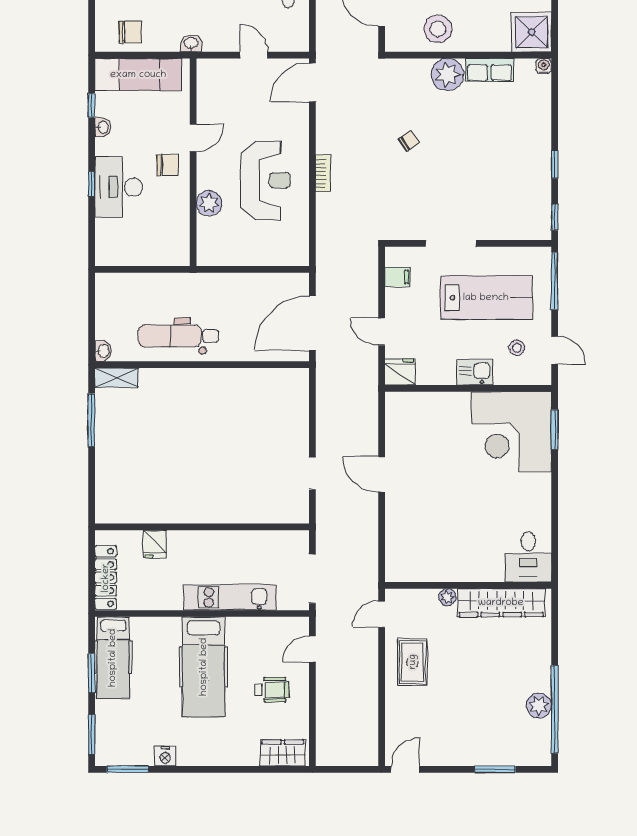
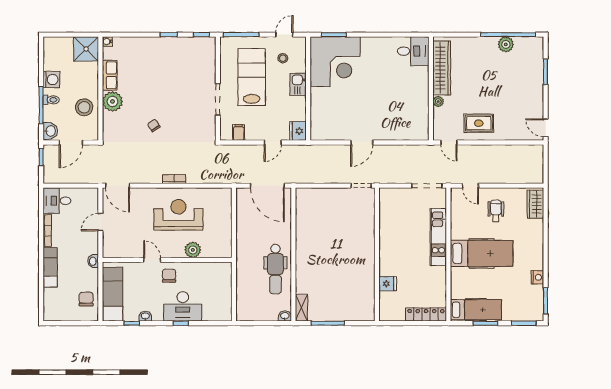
wall: (202, 527) -> (377, 254), moved
fridge: (155, 544) -> (388, 284), moved

